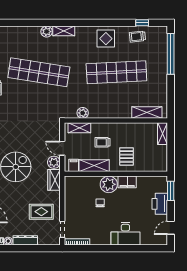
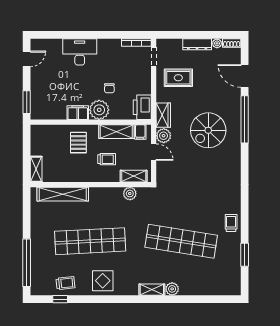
shelving: (147, 113) -> (63, 194), width x1.47
printer: (160, 204) -> (142, 107), moved, turned 180

